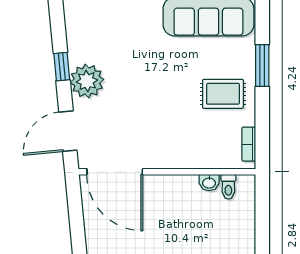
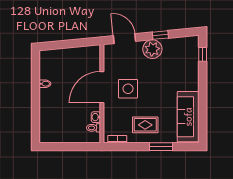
rug: (223, 94) -> (145, 125), turned 90
side table: (158, 125) -> (128, 89), added
door: (115, 172) -> (102, 87), moved

